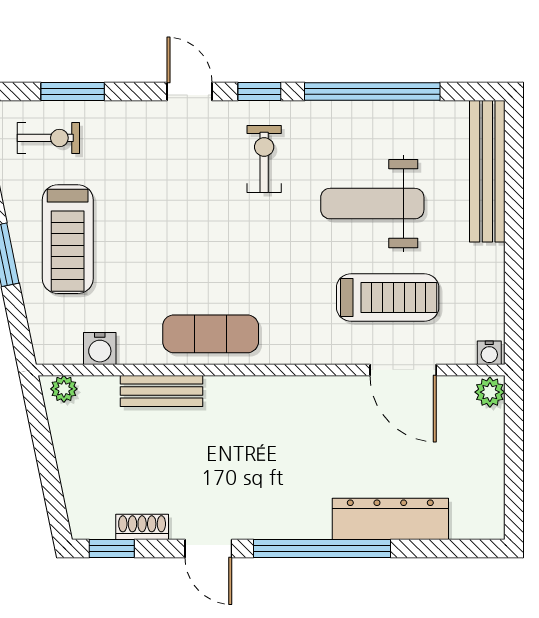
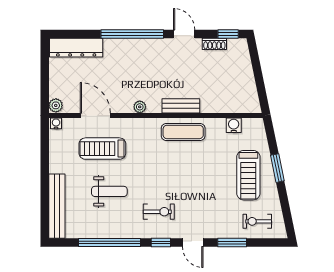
window: (73, 92) -> (232, 243), moved
exercise bike: (264, 159) -> (159, 212), turned -90
weight bench: (372, 204) -> (109, 191), width x0.73, depth x0.75
treadmill: (68, 239) -> (248, 175), turned 180
plant: (64, 389) -> (140, 107), moved
bench: (161, 391) -> (181, 106), moved
dresser: (390, 519) -> (76, 48), moved

